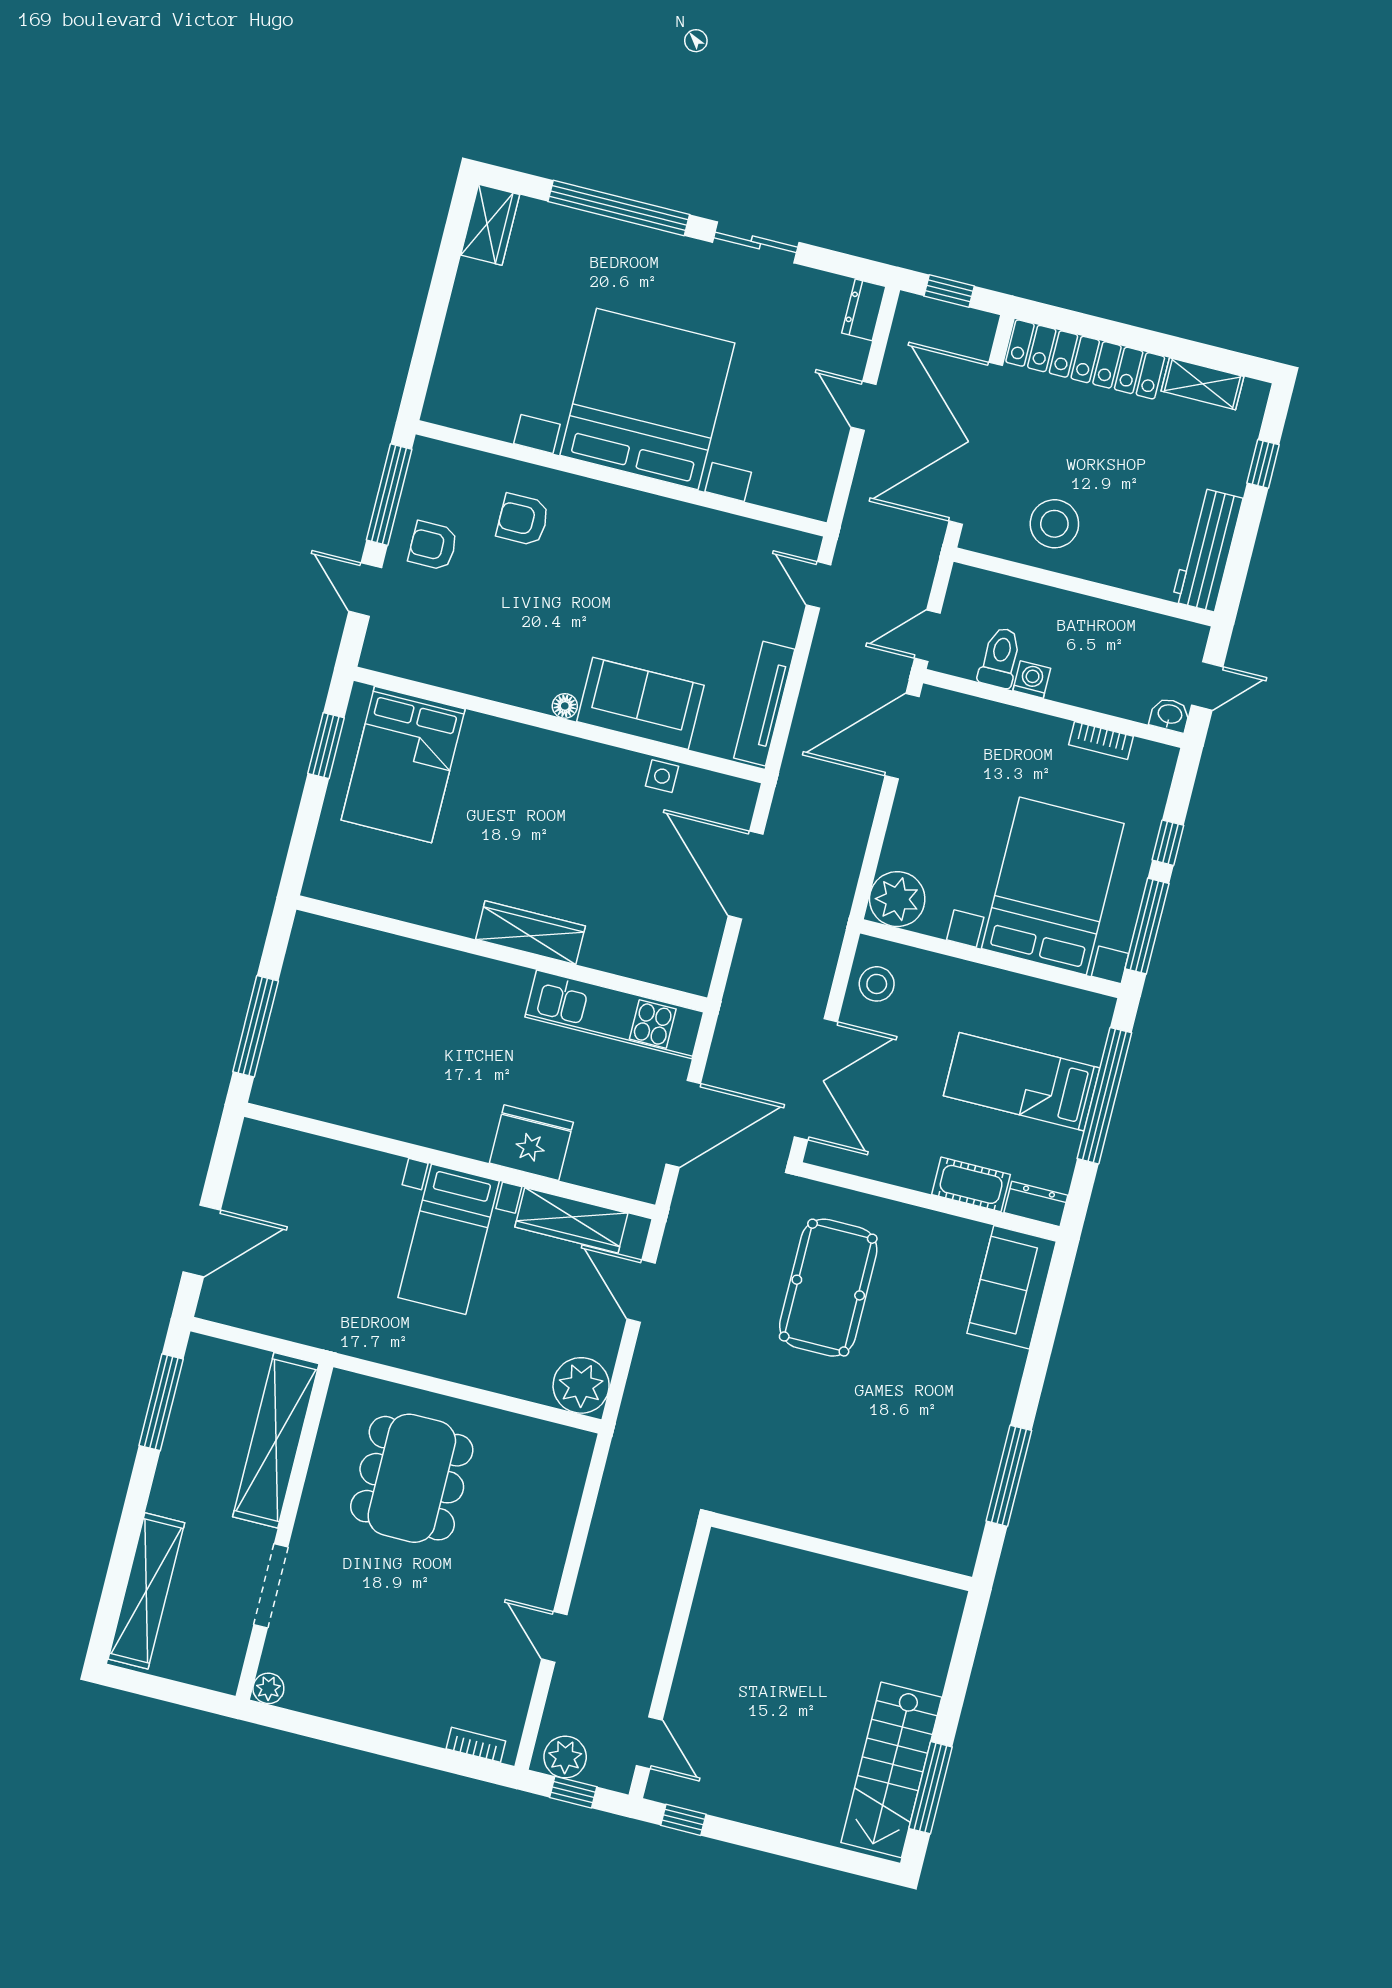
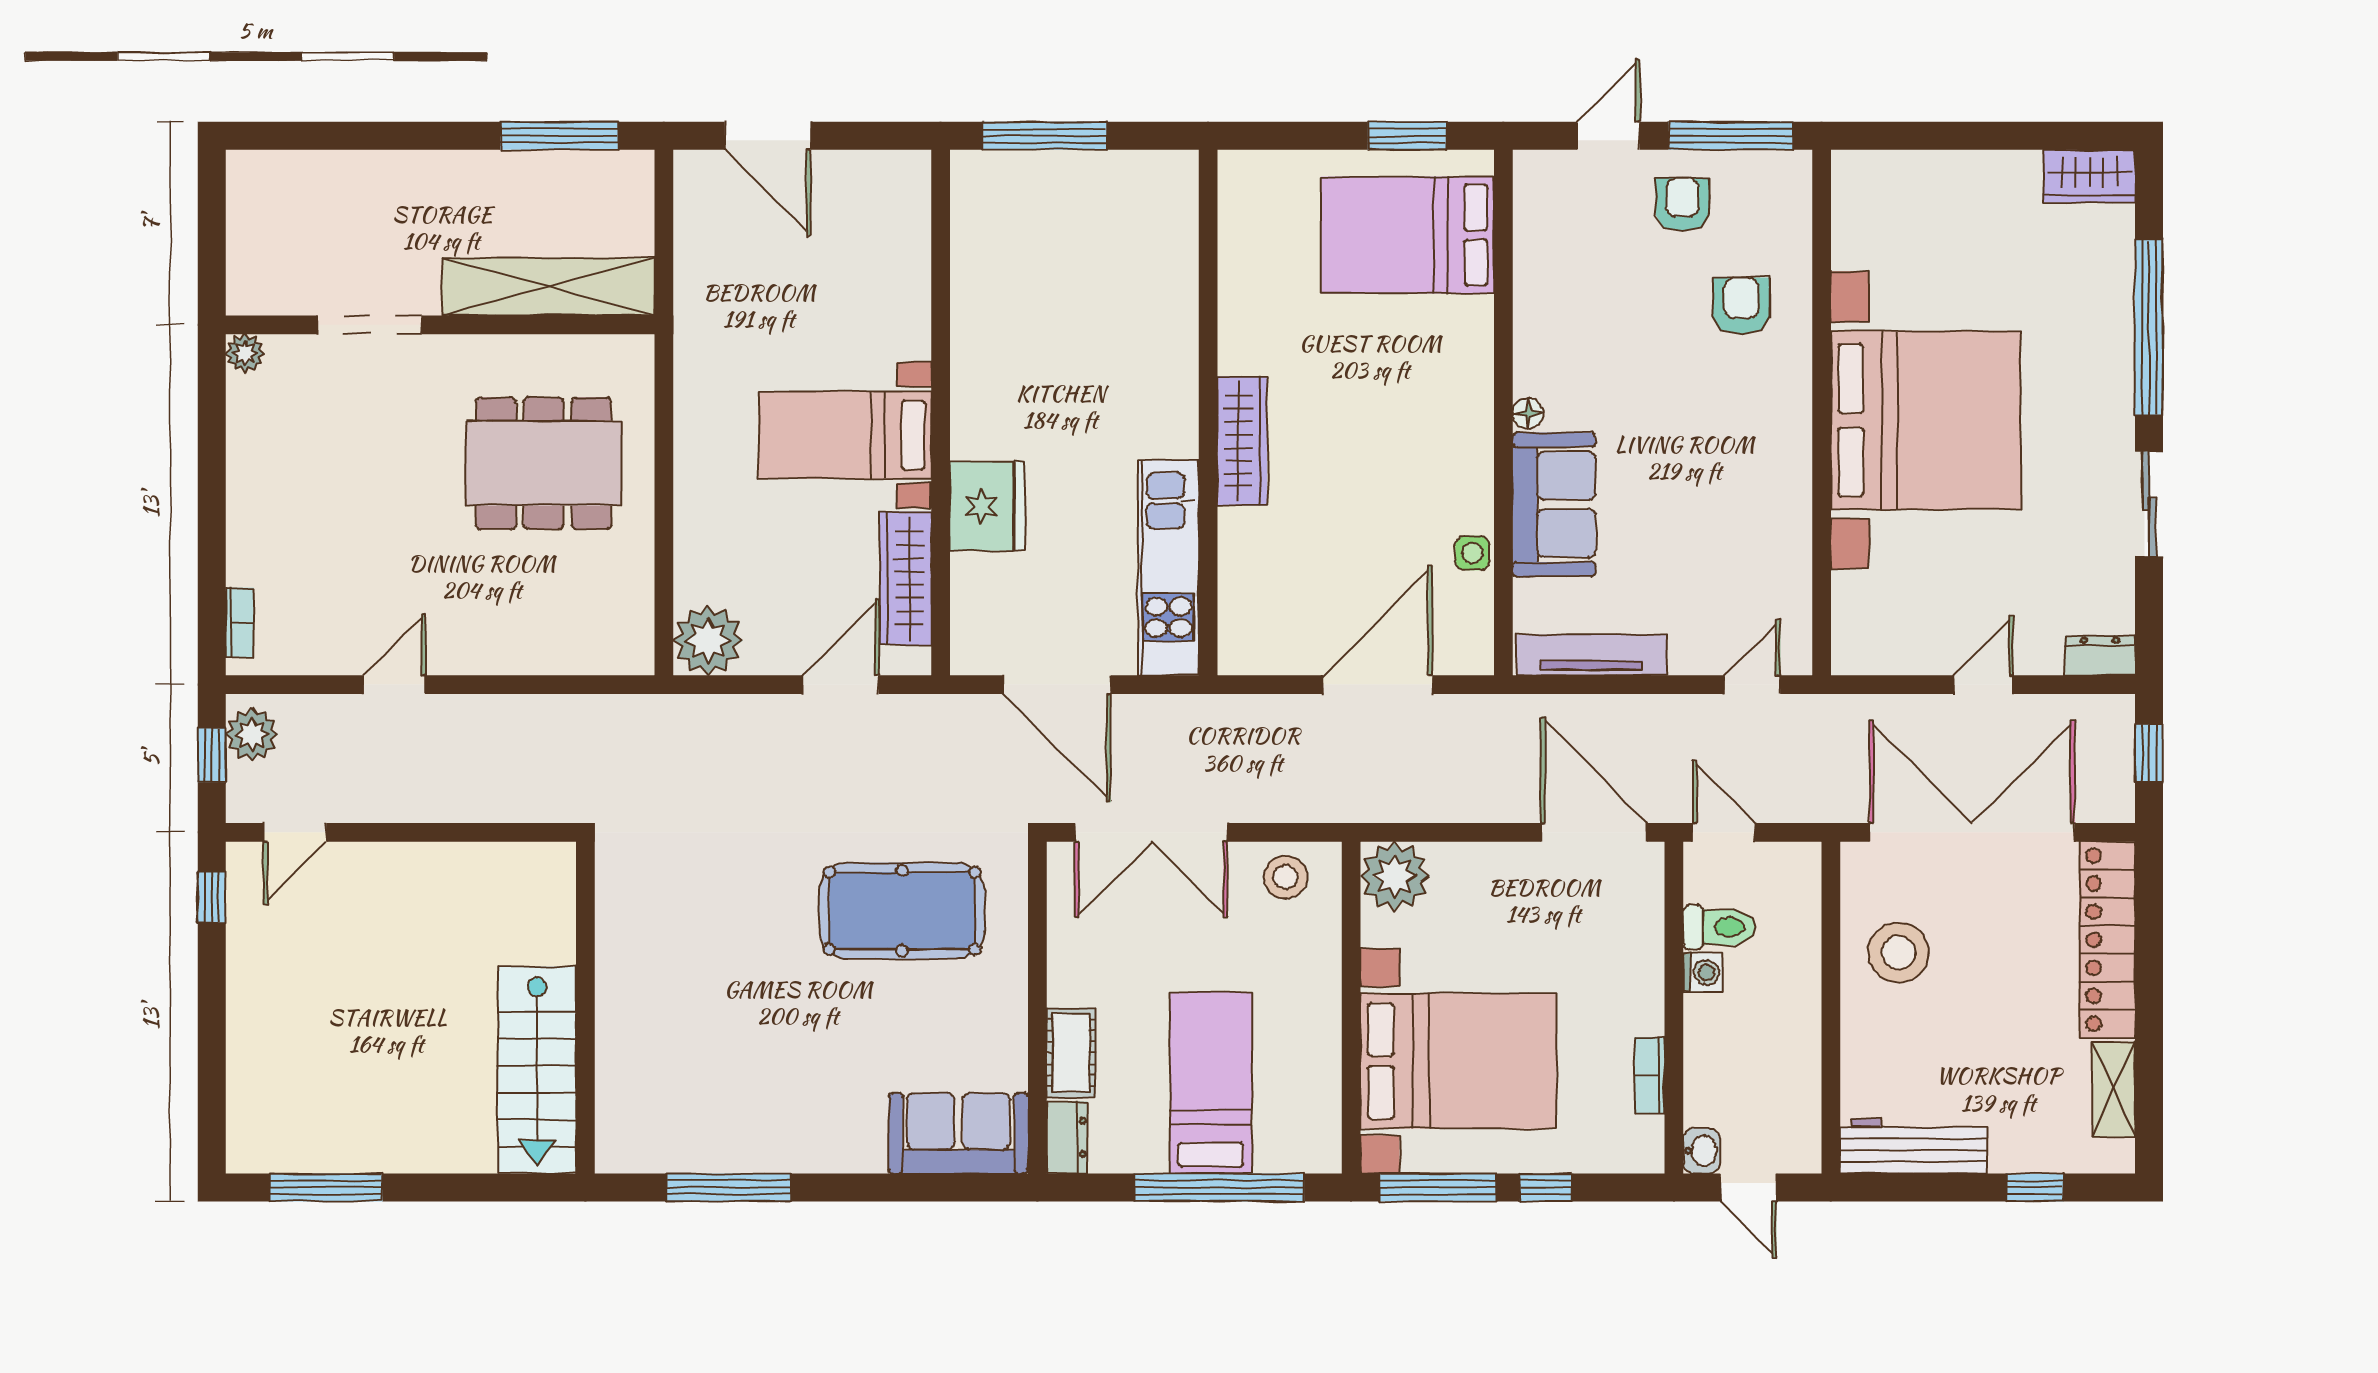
shelving: (146, 1591) -> (326, 175), removed
stairs: (891, 1770) -> (537, 1070), moved, turned -90

